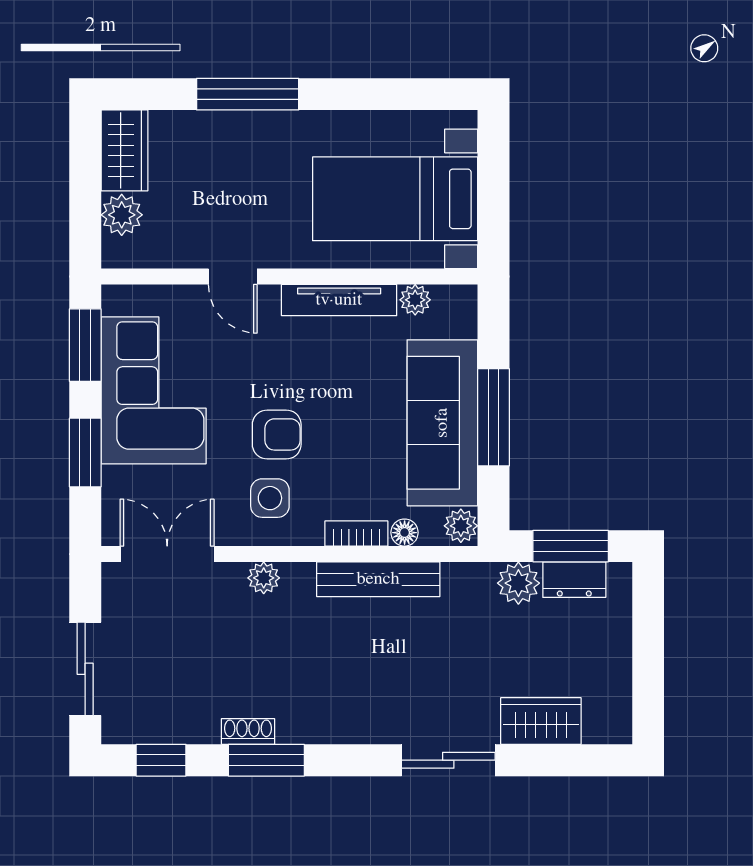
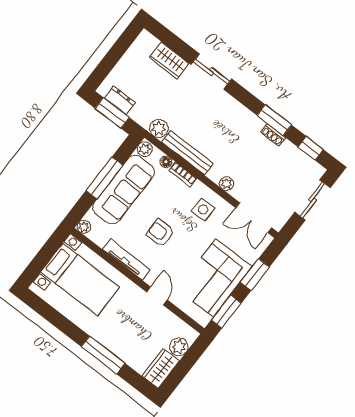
plant: (415, 300) -> (84, 227), moved
armchair: (277, 434) -> (160, 233), moved
plant: (518, 583) -> (159, 128), moved

